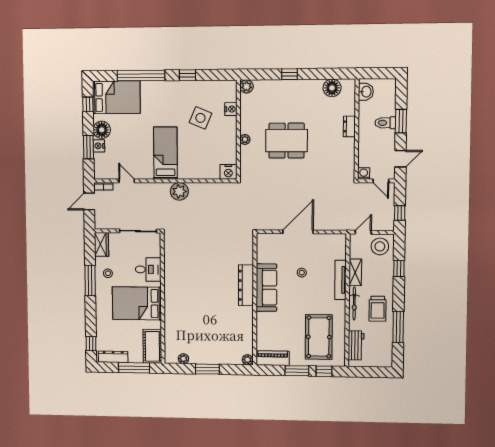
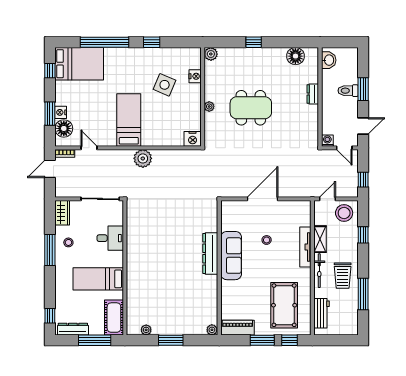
floor lamp: (102, 130) -> (64, 128), moved
bed: (137, 303) -> (98, 279), width x0.67

